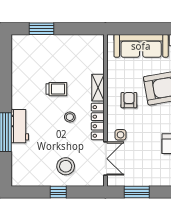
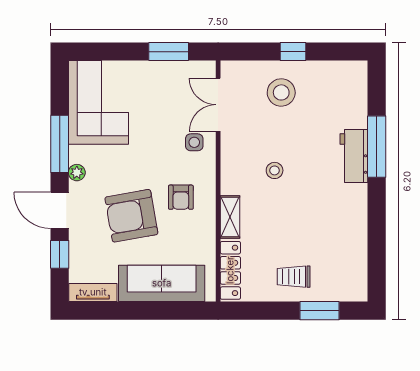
trolley: (56, 89) -> (294, 277), moved
locker: (98, 121) -> (230, 270), moved

